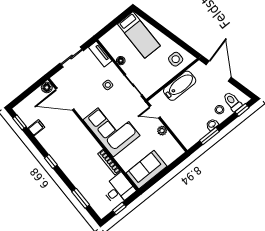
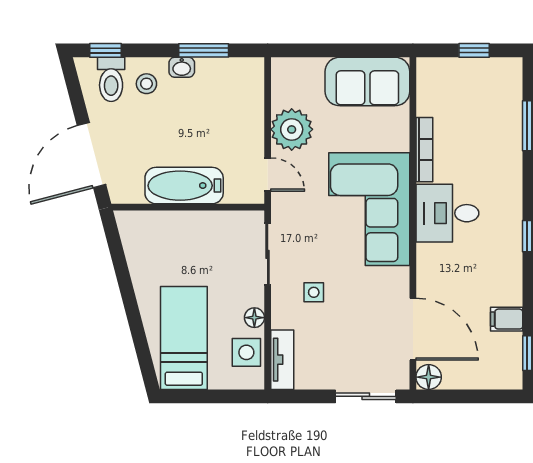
sliding door: (72, 57) -> (366, 396), moved
side table: (176, 59) -> (246, 352), moved
plant: (162, 131) -> (292, 129), width x1.87, depth x1.87
desk: (118, 189) -> (447, 213), moved

